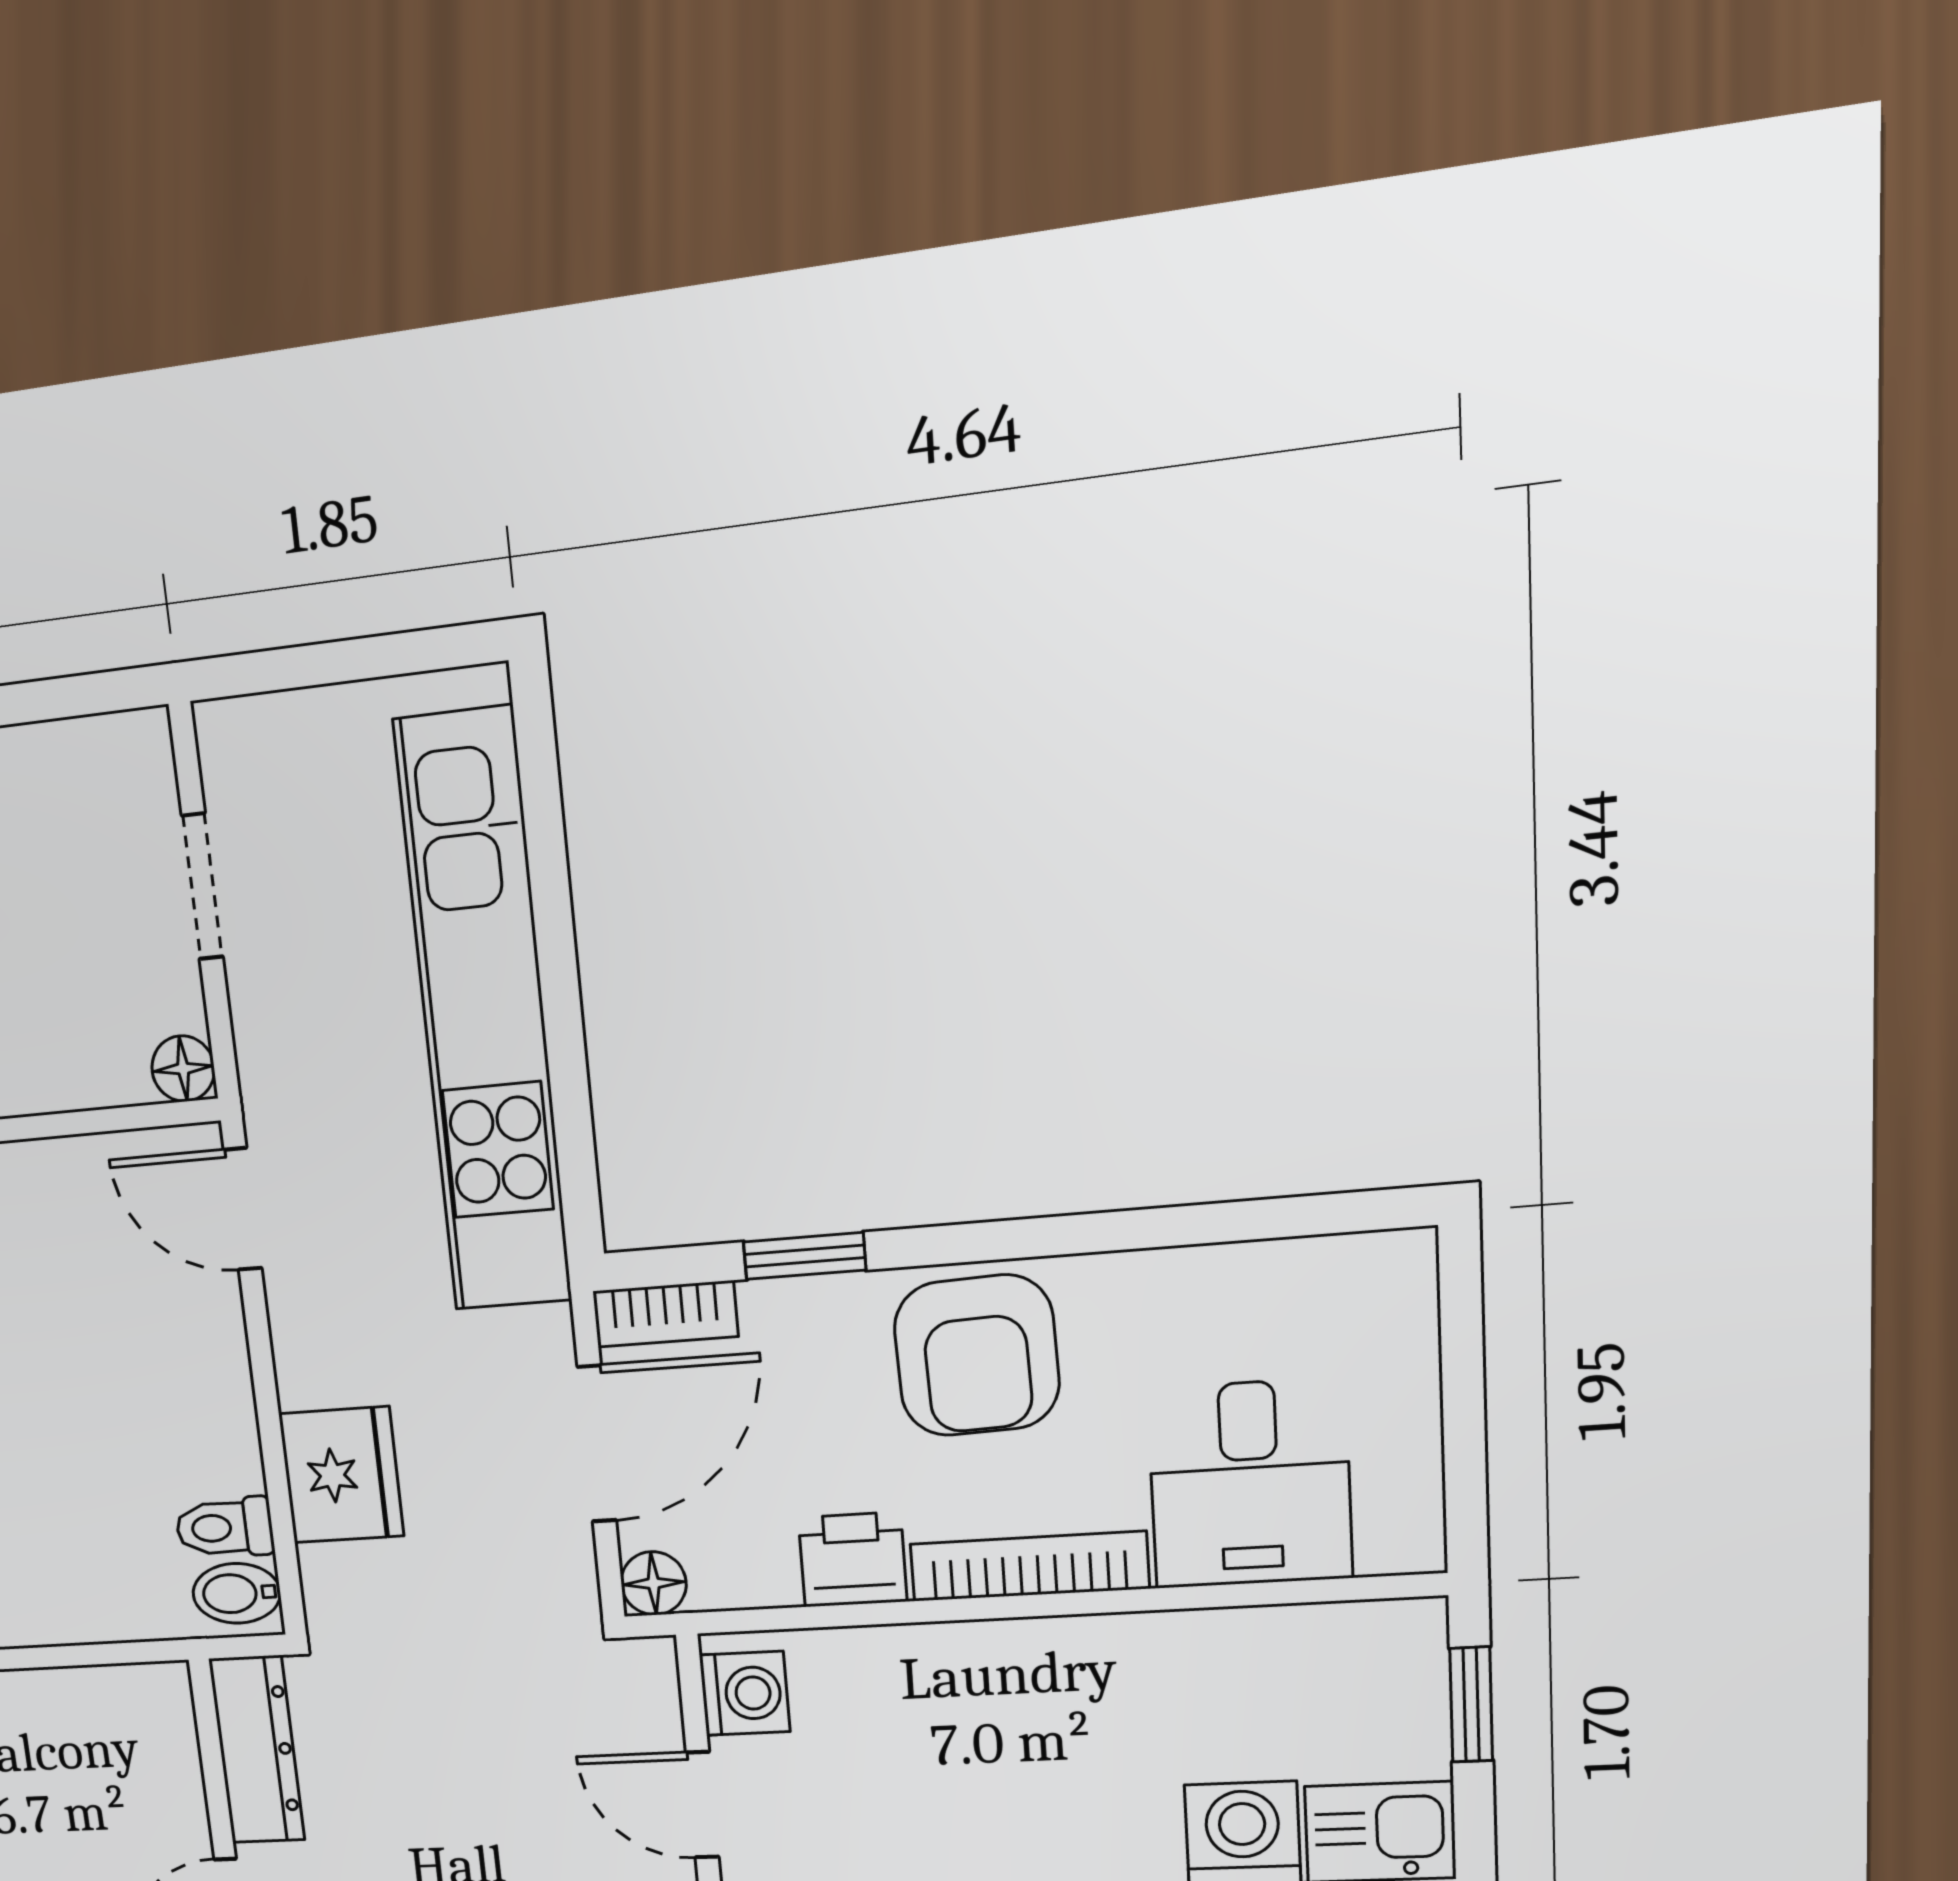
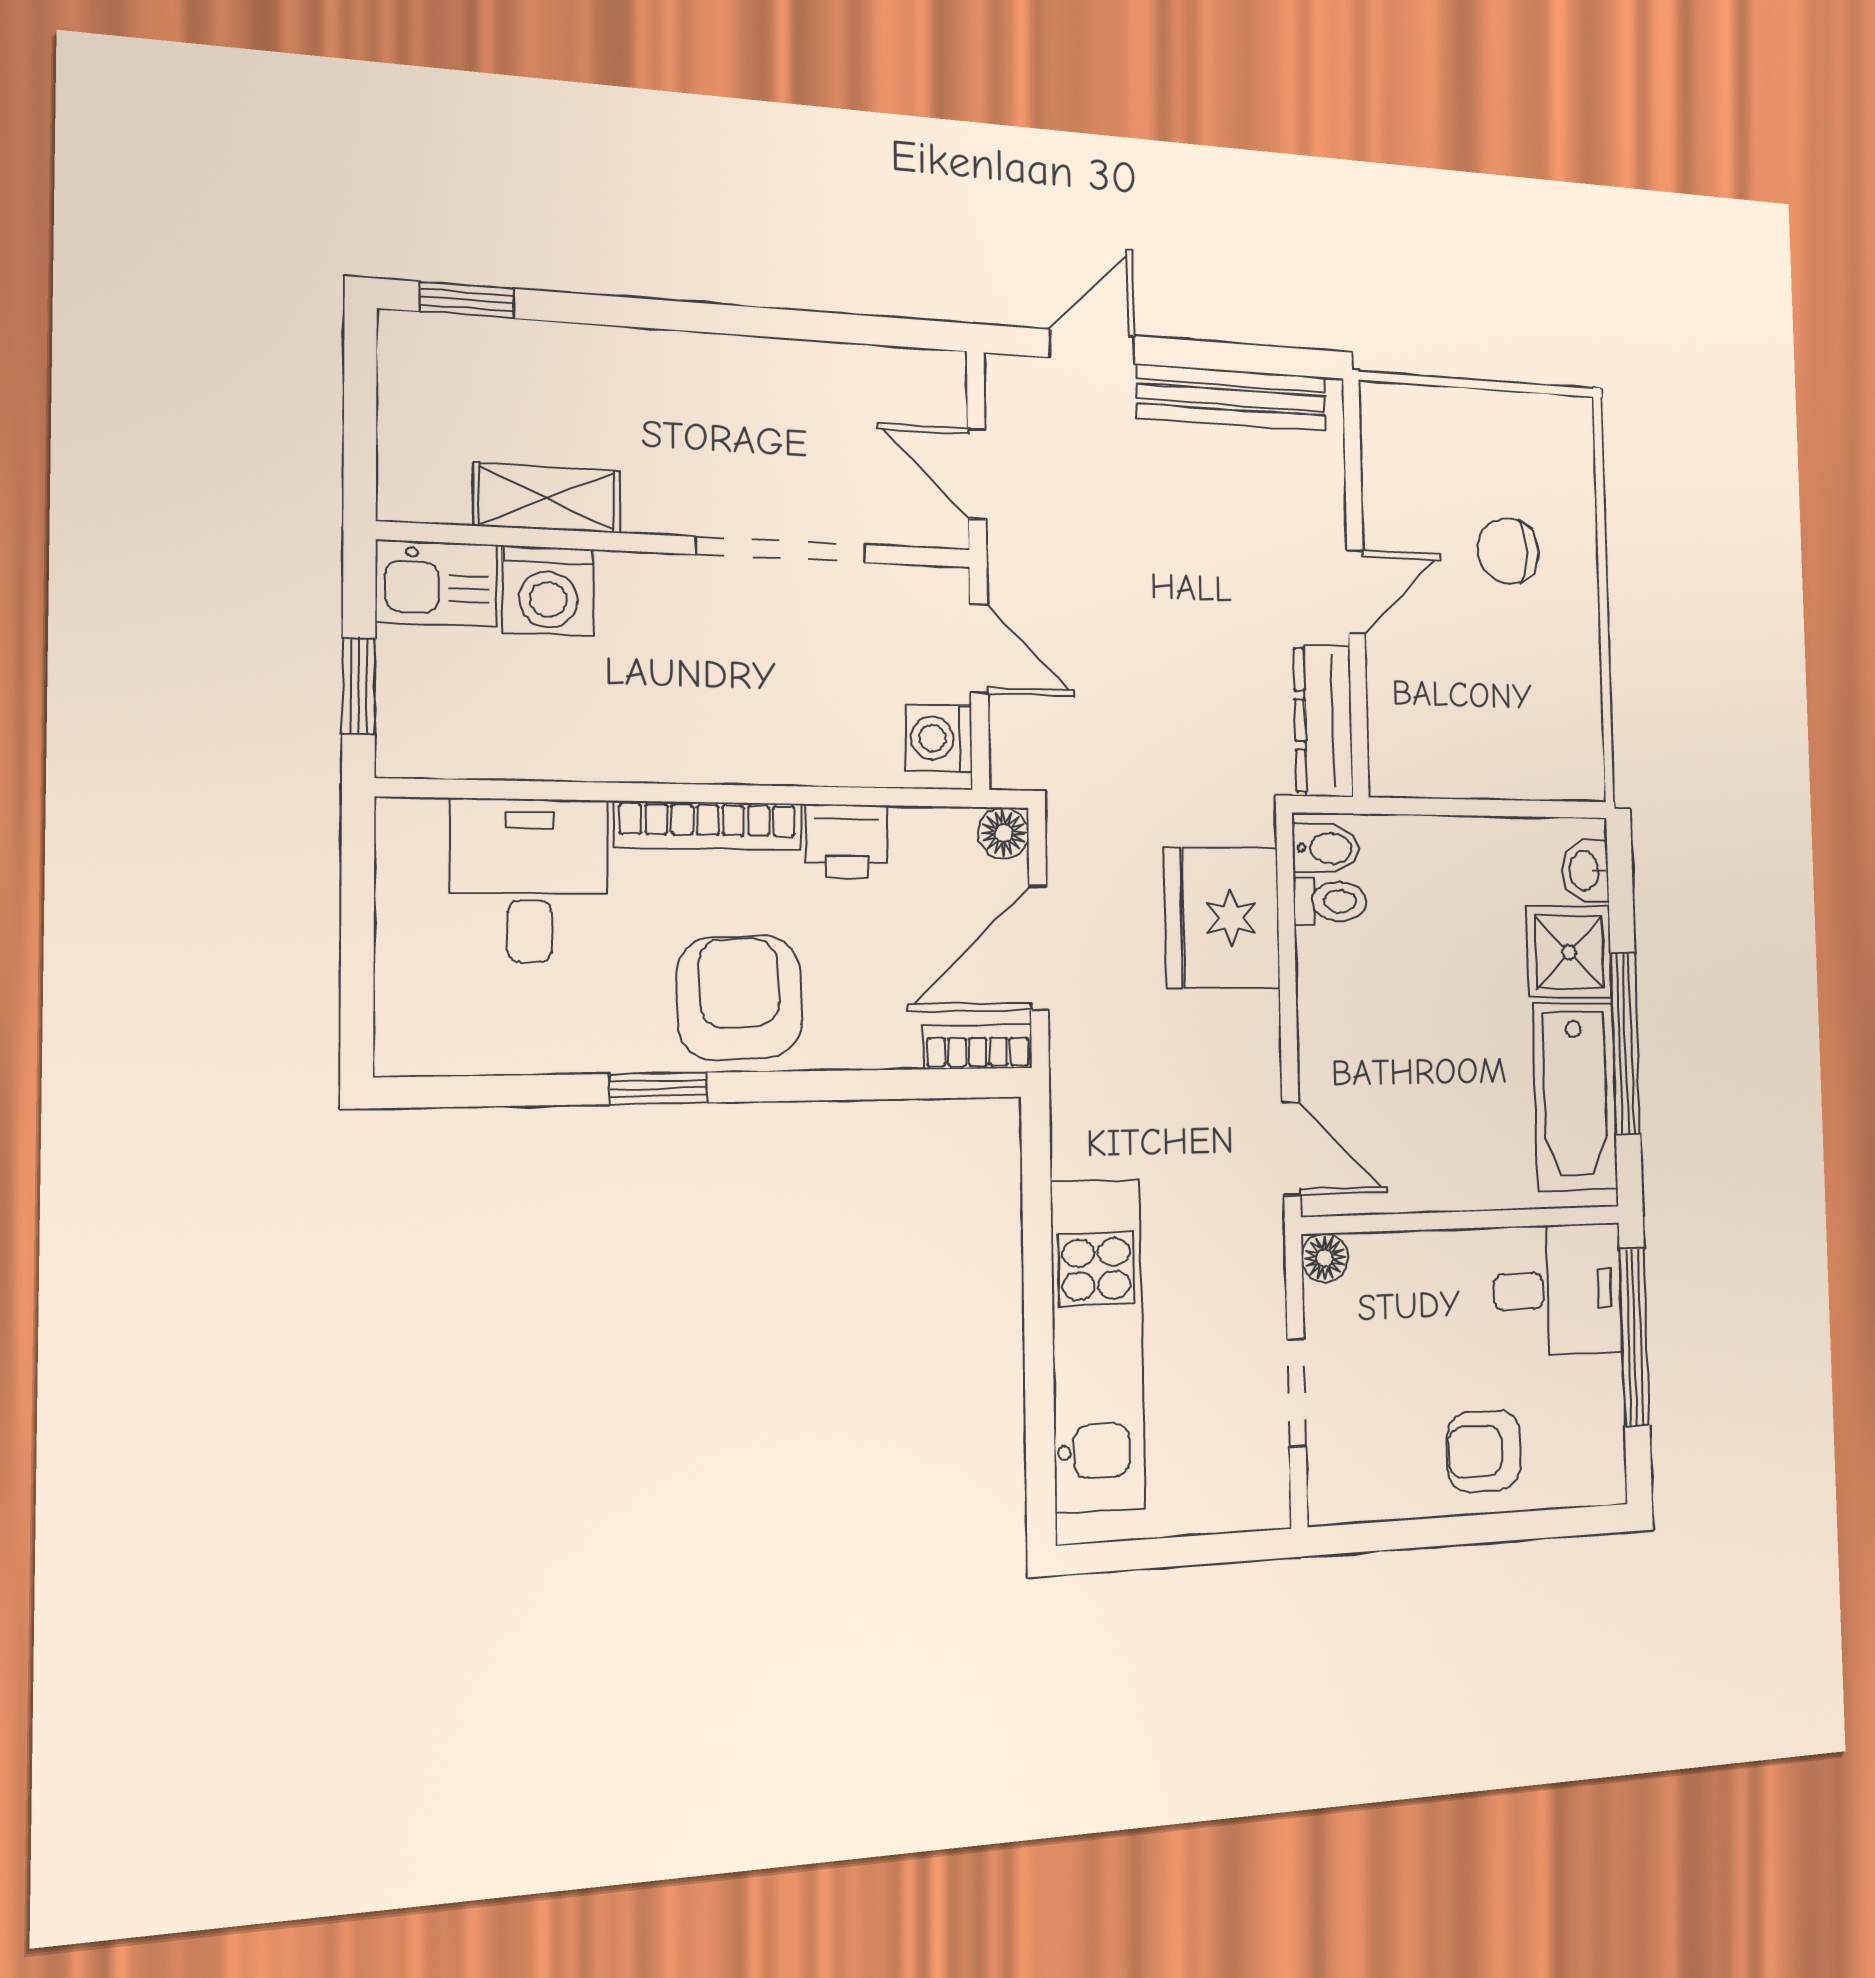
kitchen unit: (484, 1015) -> (1098, 1345), width x0.73
window: (805, 1256) -> (659, 1088), moved
fridge: (341, 1475) -> (1222, 918), width x1.36, depth x1.34

